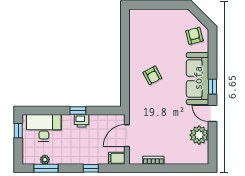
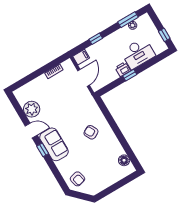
floor lamp: (135, 27) -> (124, 160), added
sofa: (198, 78) -> (54, 144), width x0.73
desk: (44, 128) -> (138, 53), moved

